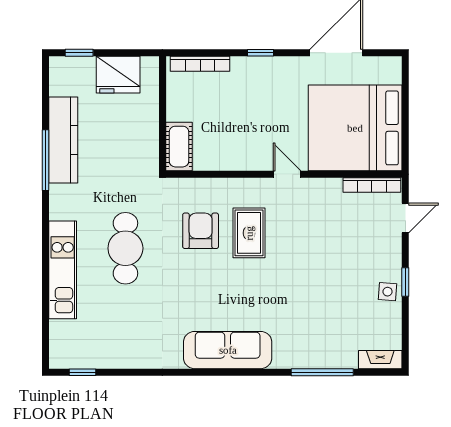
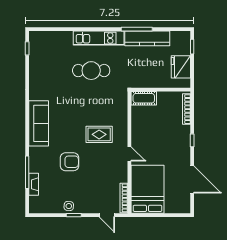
bed: (355, 128) -> (147, 189), width x0.73
door: (287, 174) -> (129, 154), hinge flipped
armchair: (201, 231) -> (69, 162), moved
kitchen unit: (63, 270) -> (99, 38), moved
fireplace: (380, 360) -> (34, 184), moved

